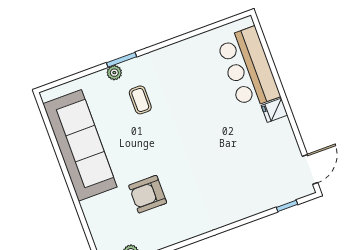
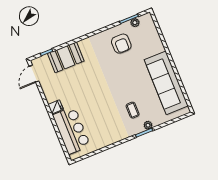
armchair: (148, 194) -> (121, 44), moved, turned 90
booth: (254, 196) -> (66, 57), added

